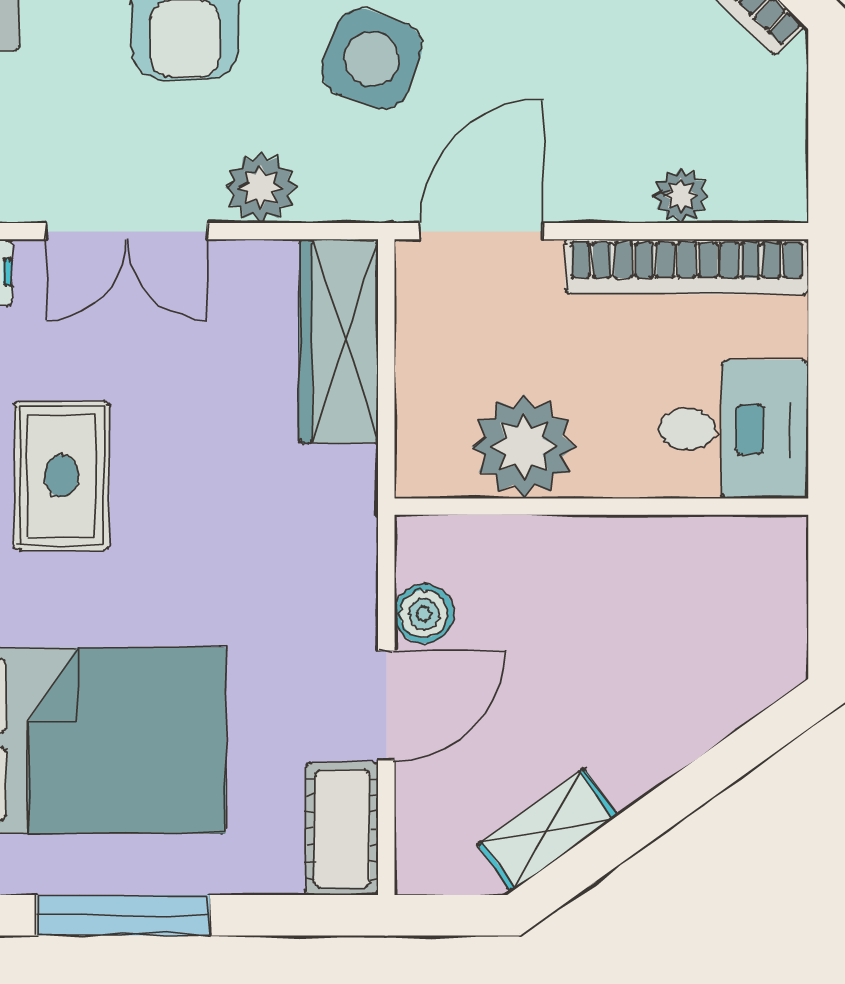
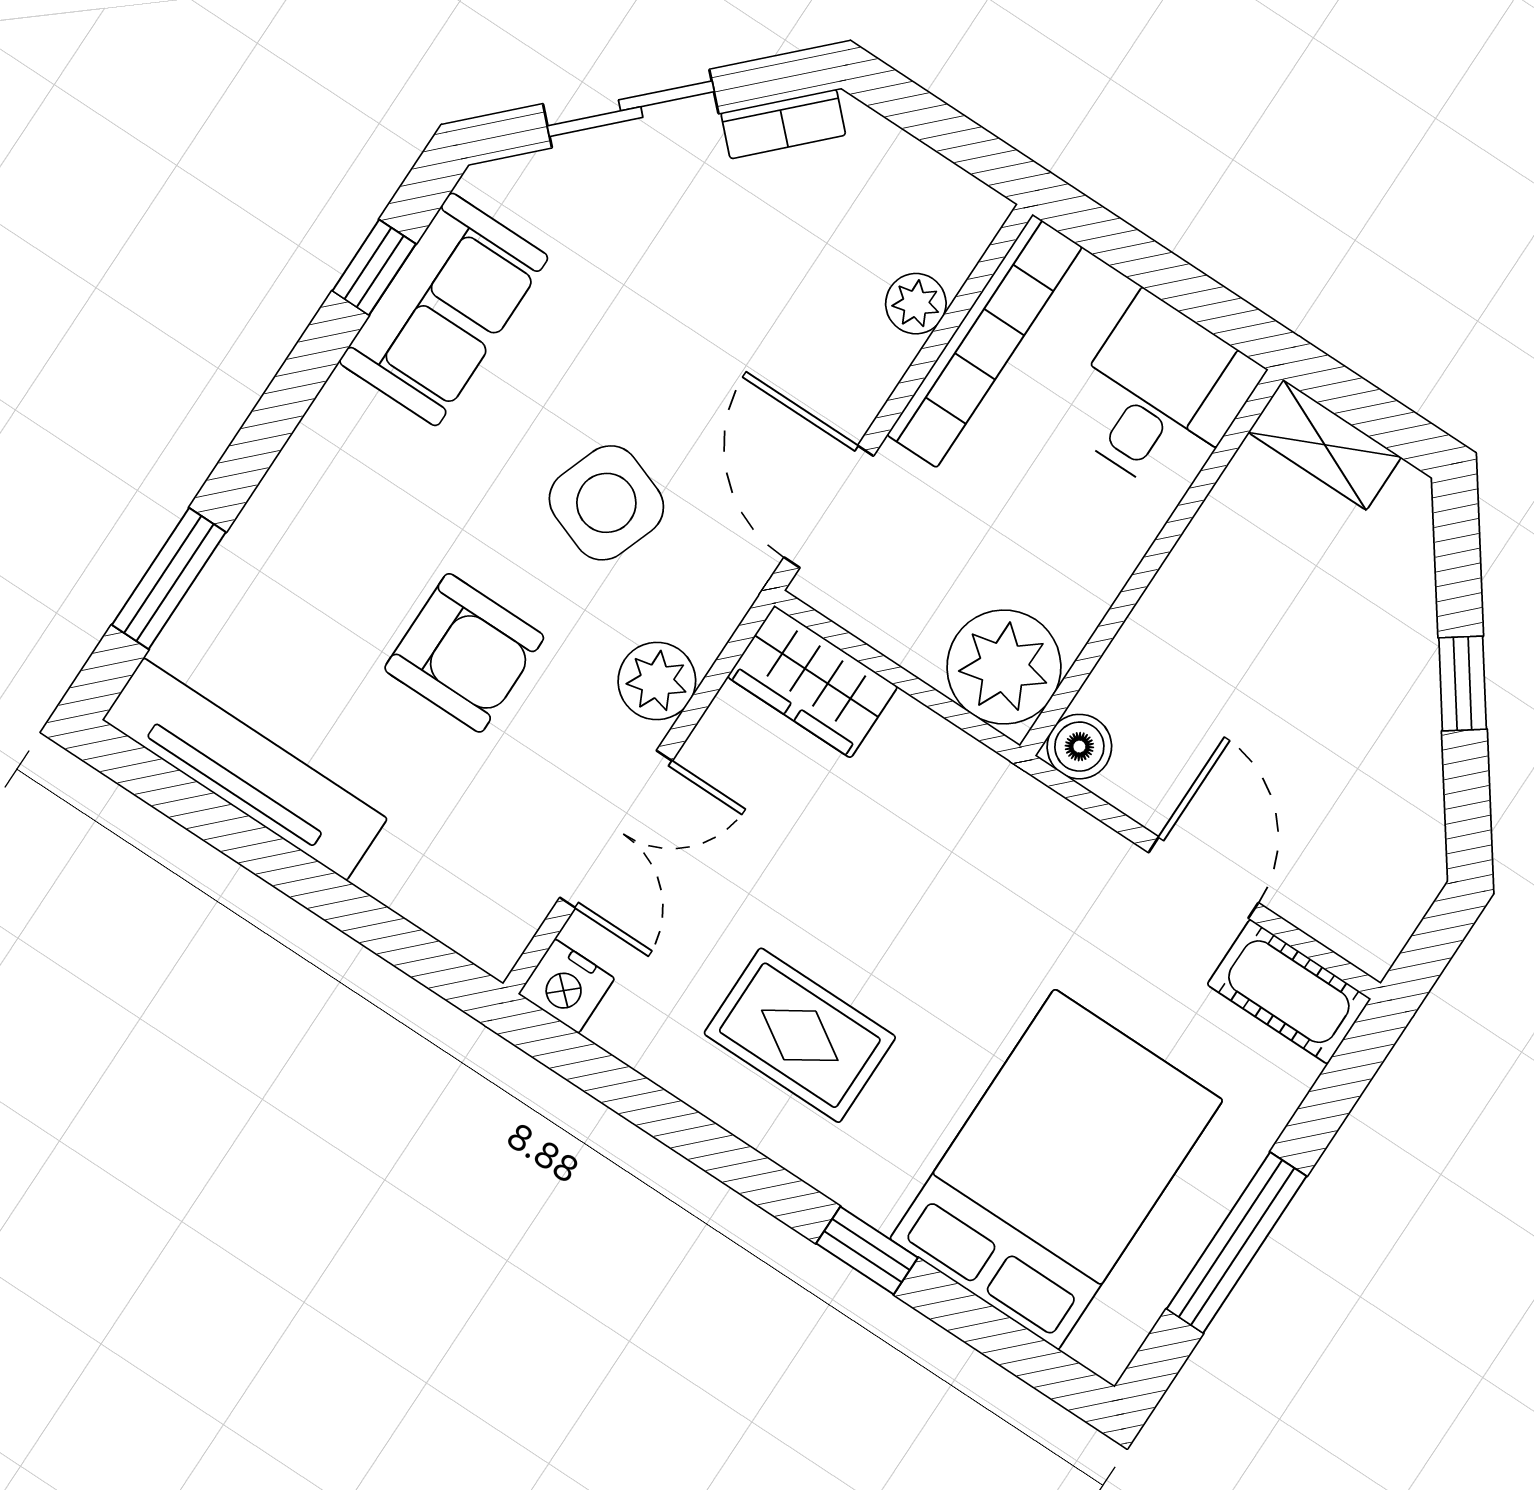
wardrobe: (339, 341) -> (812, 682), width x0.67
plant: (524, 446) -> (1004, 667), moved
boiler: (424, 614) -> (1079, 747), moved
window: (666, 806) -> (1463, 684), added
shelving: (547, 830) -> (1325, 445), moved, turned -54

